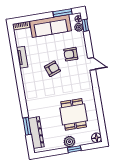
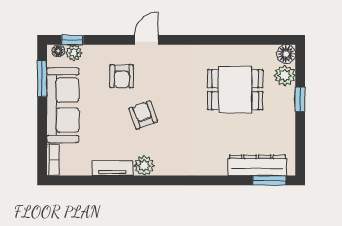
plant: (26, 74) -> (144, 166), added
window: (27, 126) -> (269, 180), moved
plant: (69, 142) -> (285, 75), moved

